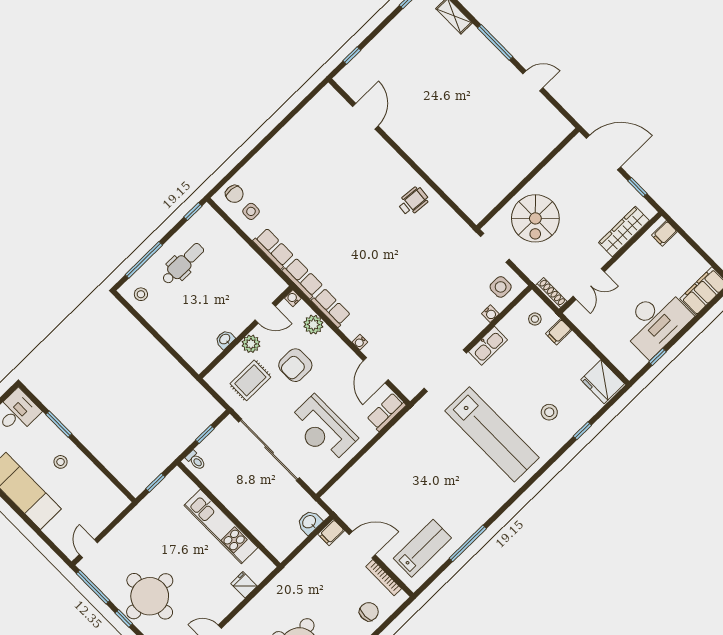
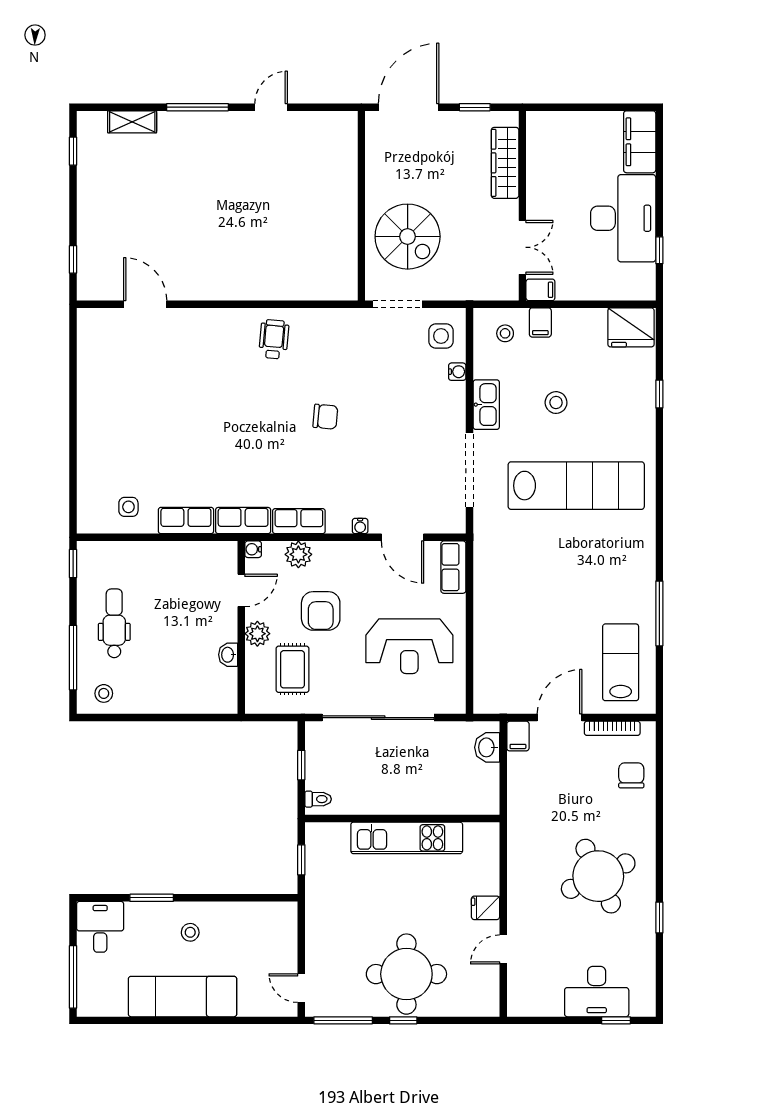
chair: (234, 194) -> (325, 417), moved
filing cabinet: (664, 233) -> (540, 290), moved, turned -90
shoe rack: (551, 293) -> (496, 293), removed
stool: (549, 412) -> (556, 403), moved
fridge: (244, 585) -> (486, 908), moved

